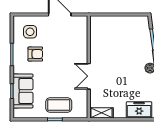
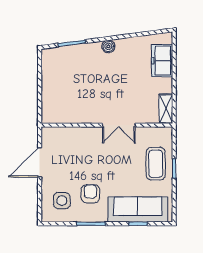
sofa: (23, 91) -> (138, 209), width x1.36

